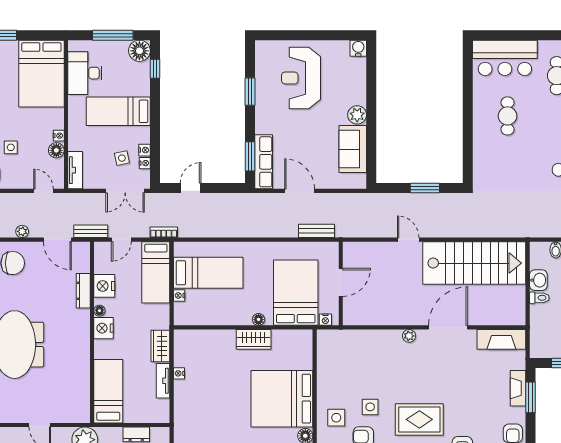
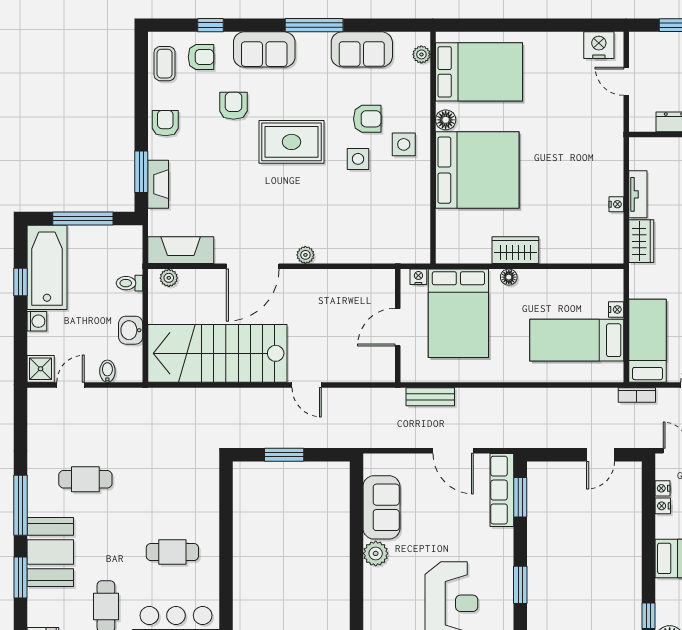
cafe table: (508, 116) -> (172, 552), turned 90
toilet: (539, 298) -> (129, 283), moved
plant: (510, 319) -> (169, 278), added

